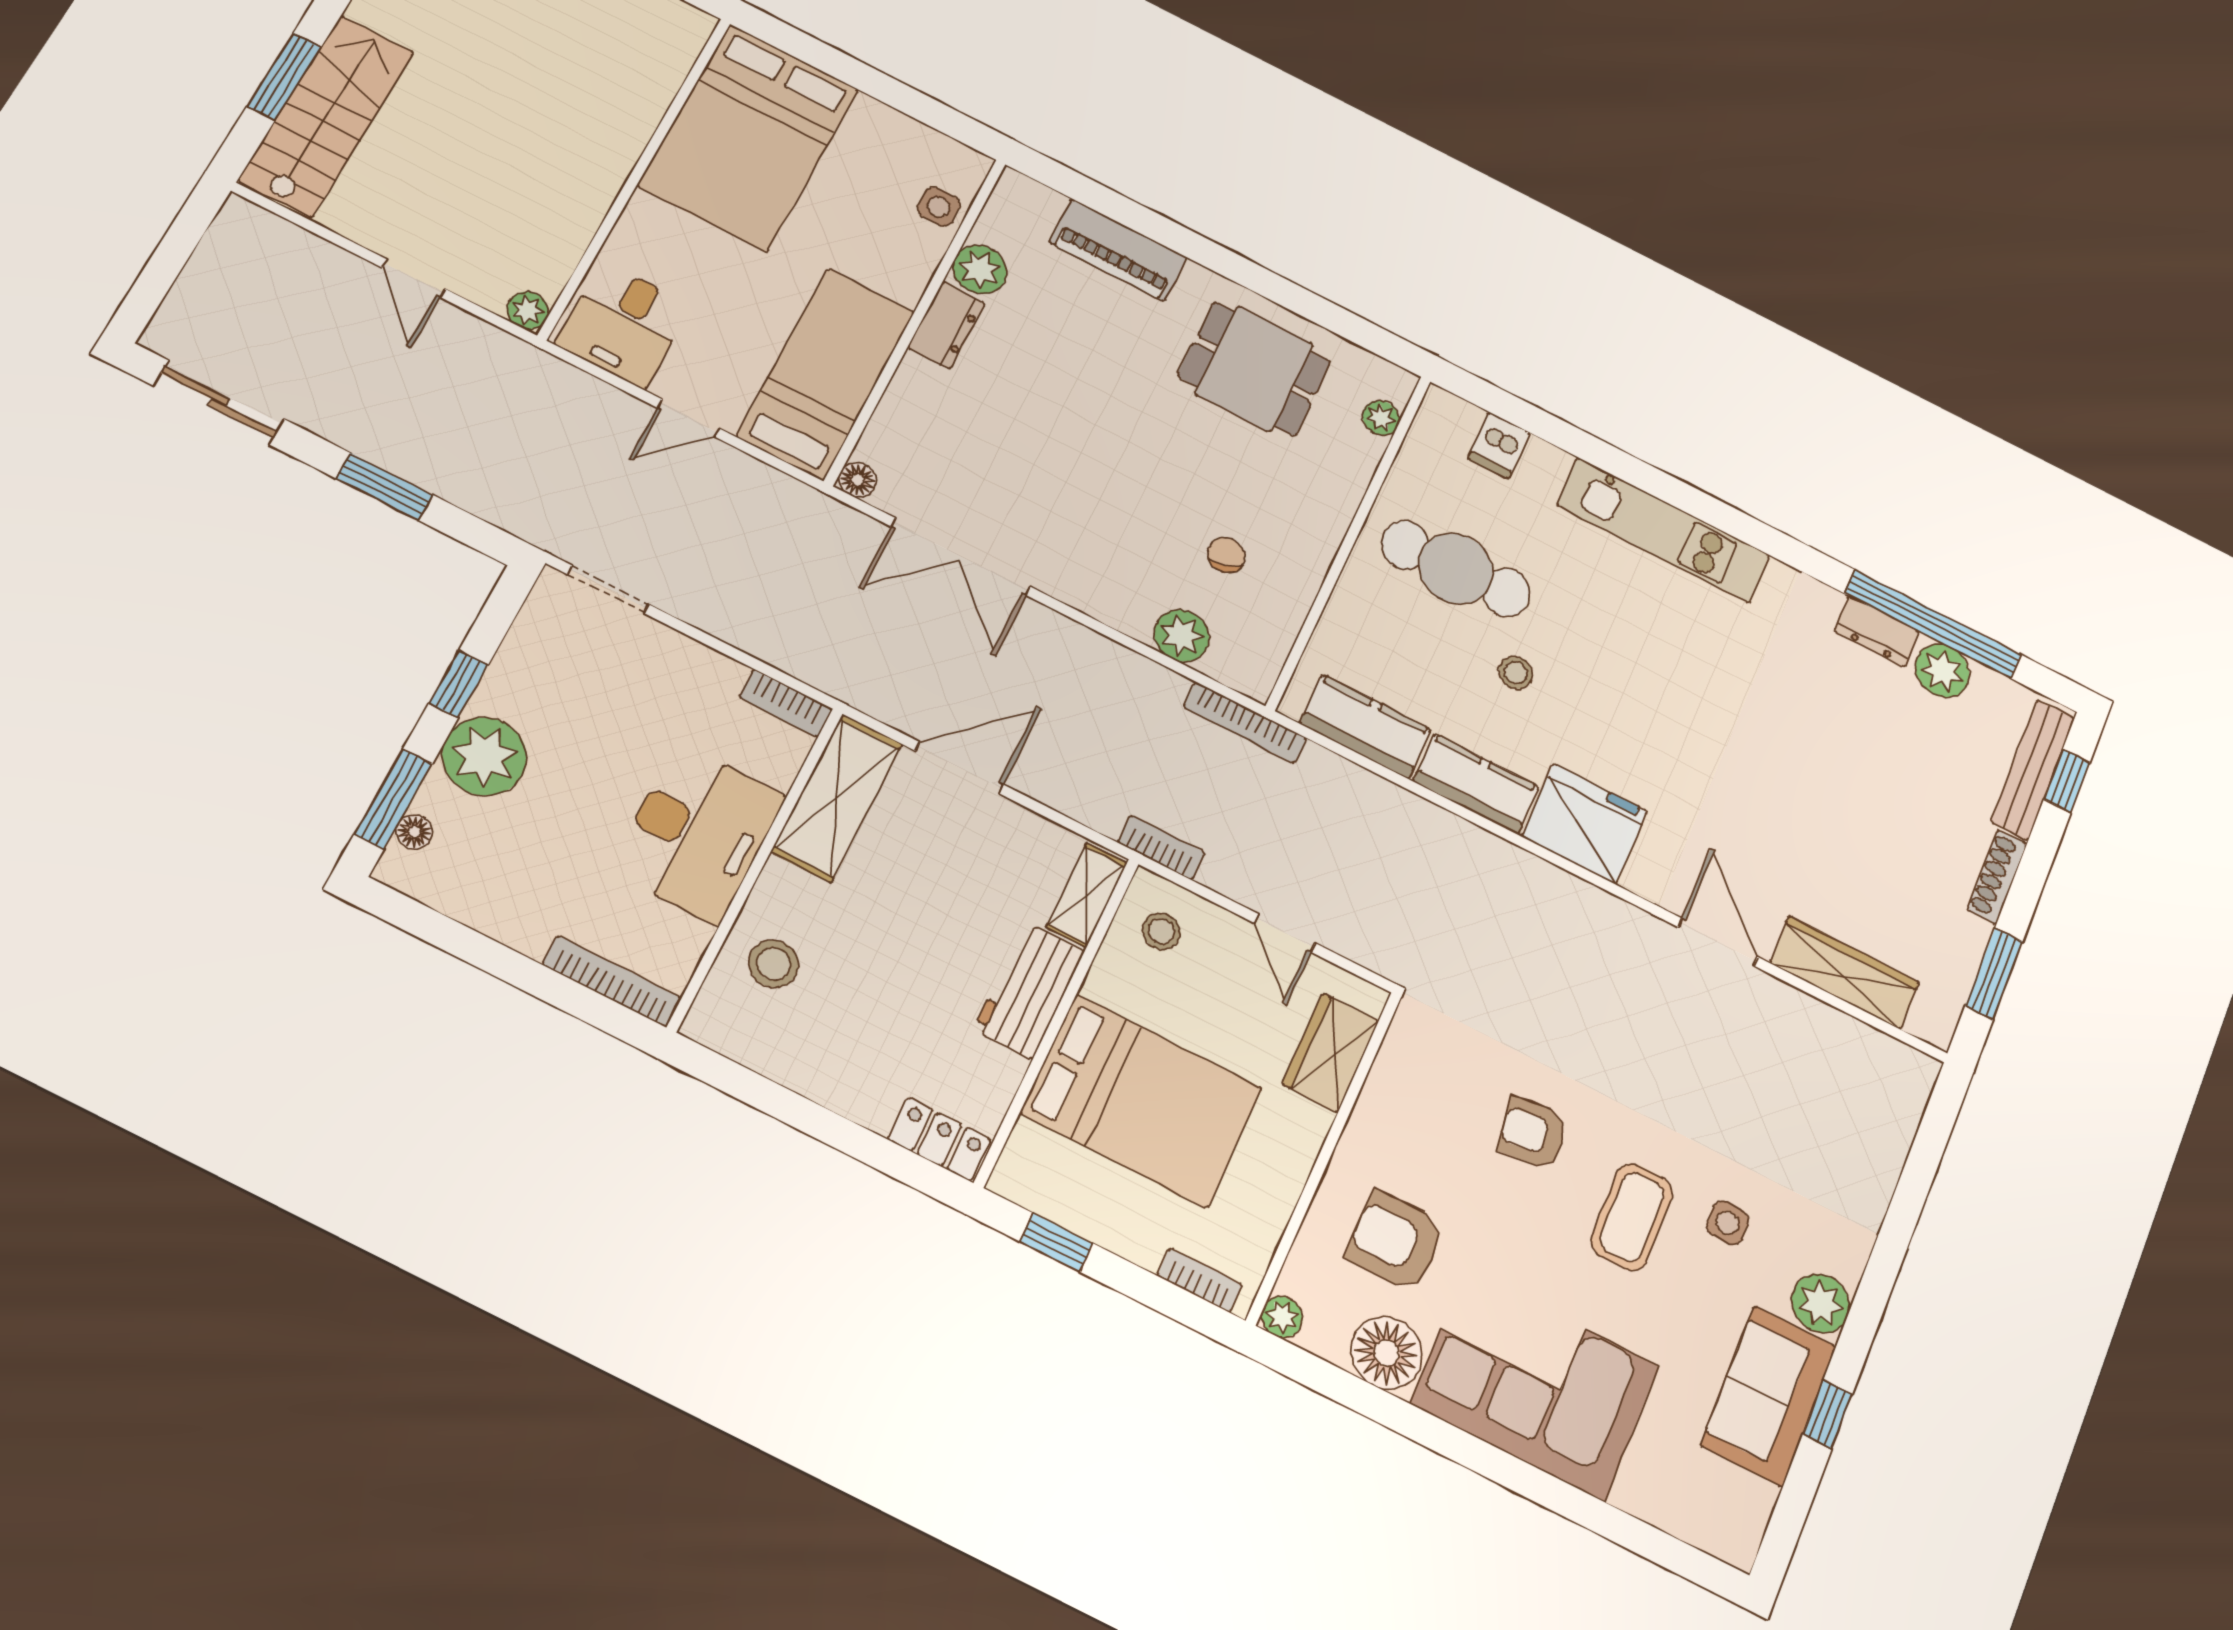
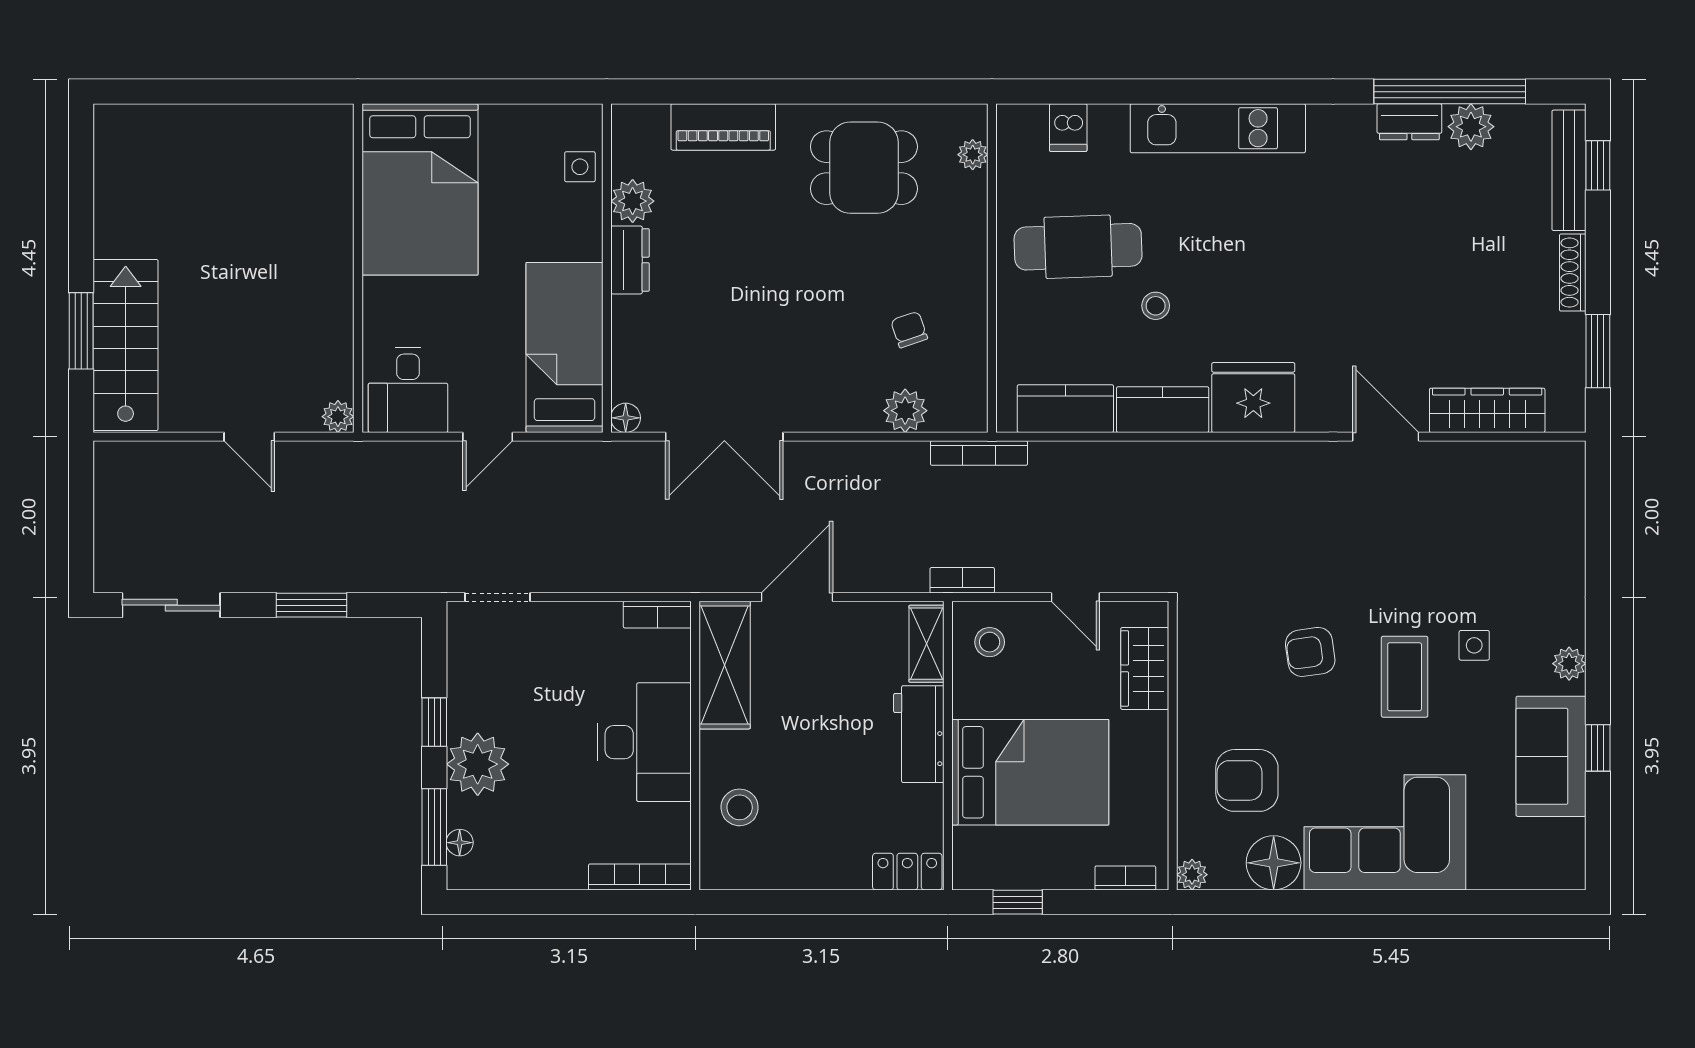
plant: (1821, 1303) -> (1569, 664), width x0.73, depth x0.73

